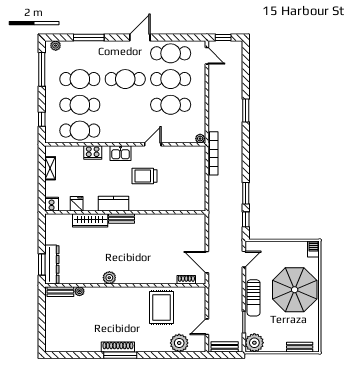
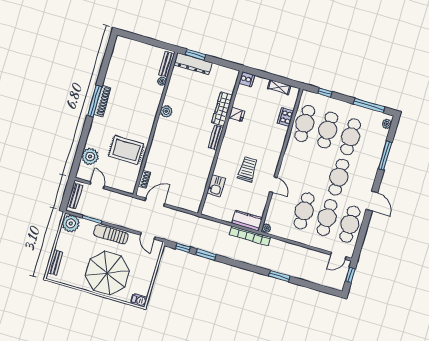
cooker: (93, 153) -> (285, 117), moved
kitchen sink: (121, 153) -> (216, 186), moved, turned 180
fridge: (77, 204) -> (237, 115), moved
kitchen counter: (114, 204) -> (247, 221), moved, turned -90

